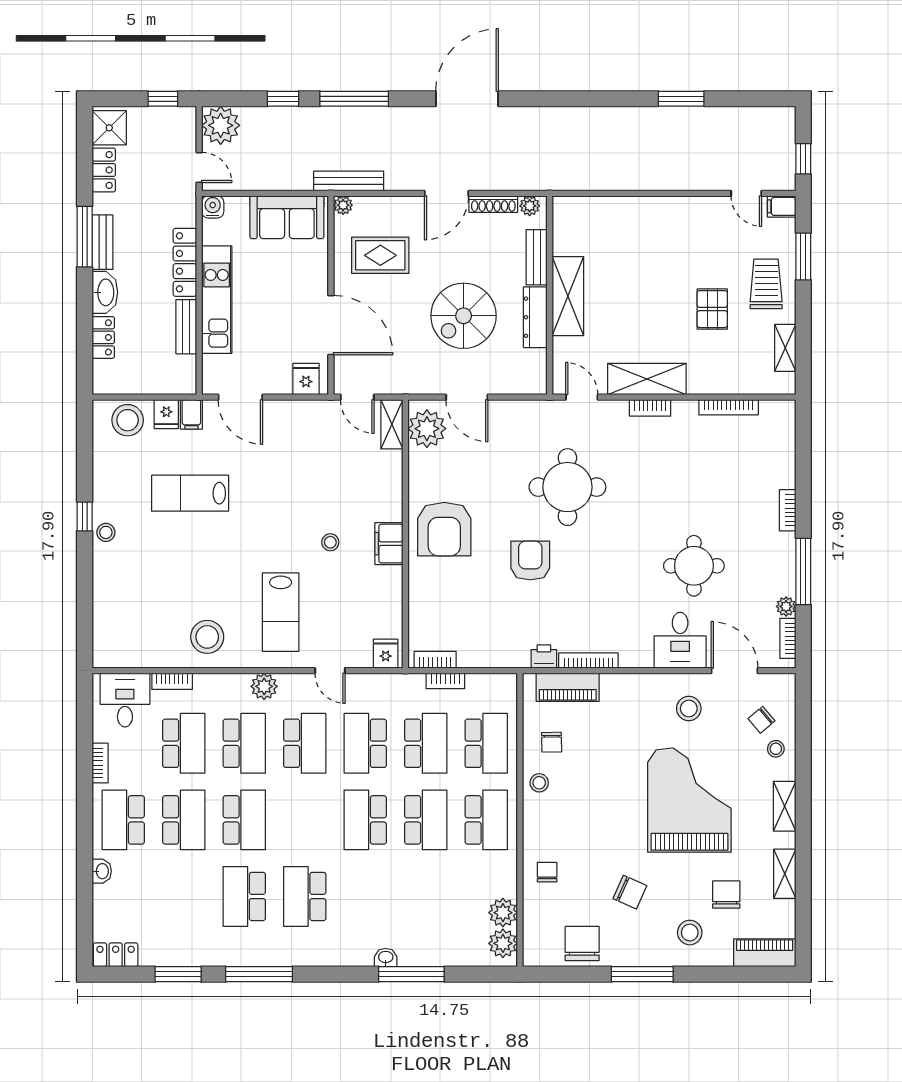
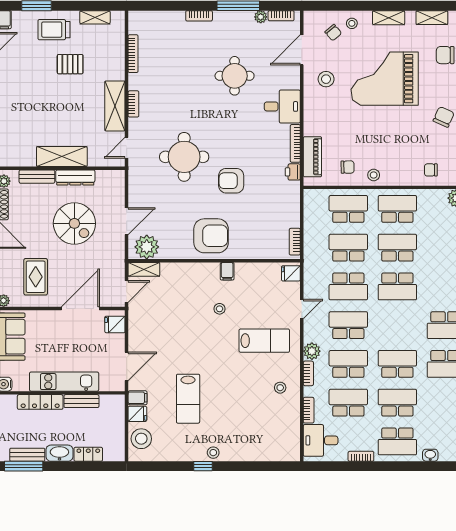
filing cabinet: (389, 544) -> (227, 271), width x0.50
stool: (207, 637) -> (280, 388), width x0.53, depth x0.53
desk: (680, 640) -> (282, 106), moved
bookcase: (445, 681) -> (308, 373), moved

